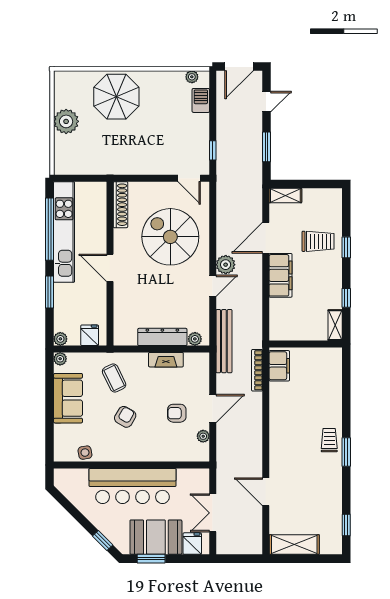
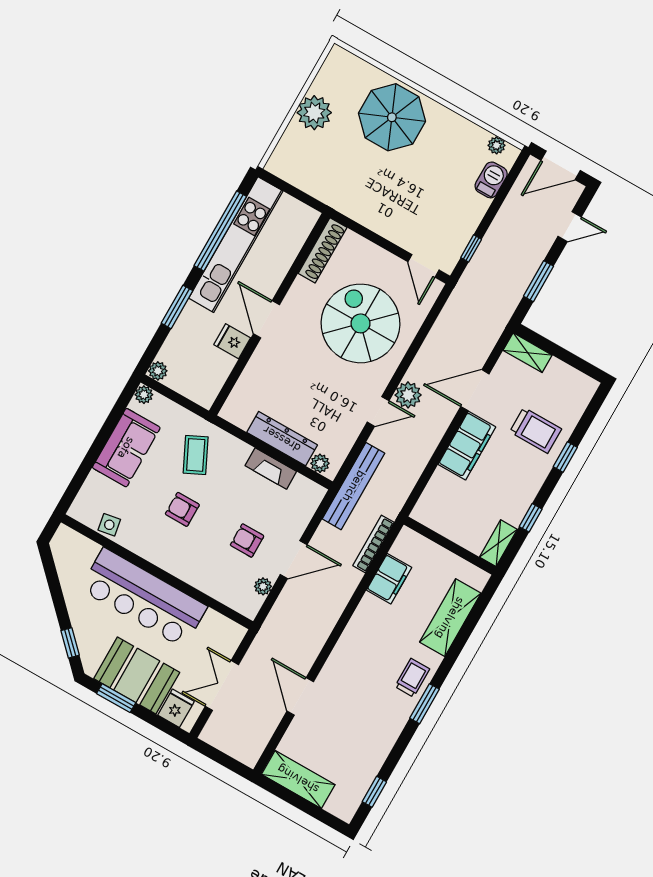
fridge: (90, 335) -> (232, 341), moved, turned -90
filing cabinet: (279, 366) -> (389, 579), moved
shelving: (331, 389) -> (450, 618), added
armchair: (125, 417) -> (182, 509), turned -120

